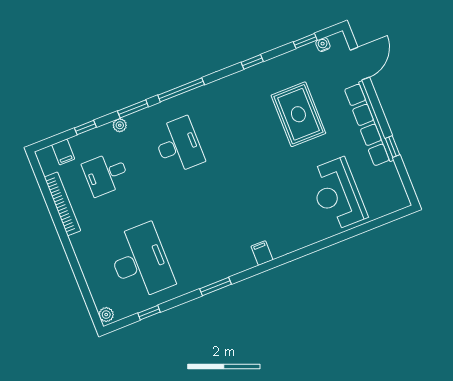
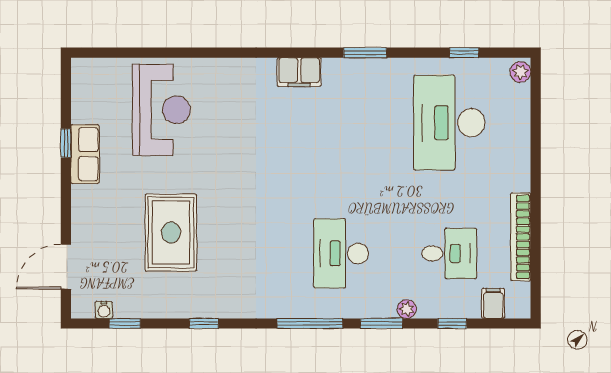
row of seats: (369, 124) -> (85, 154), width x0.50
filing cabinet: (262, 253) -> (299, 72), width x2.00

